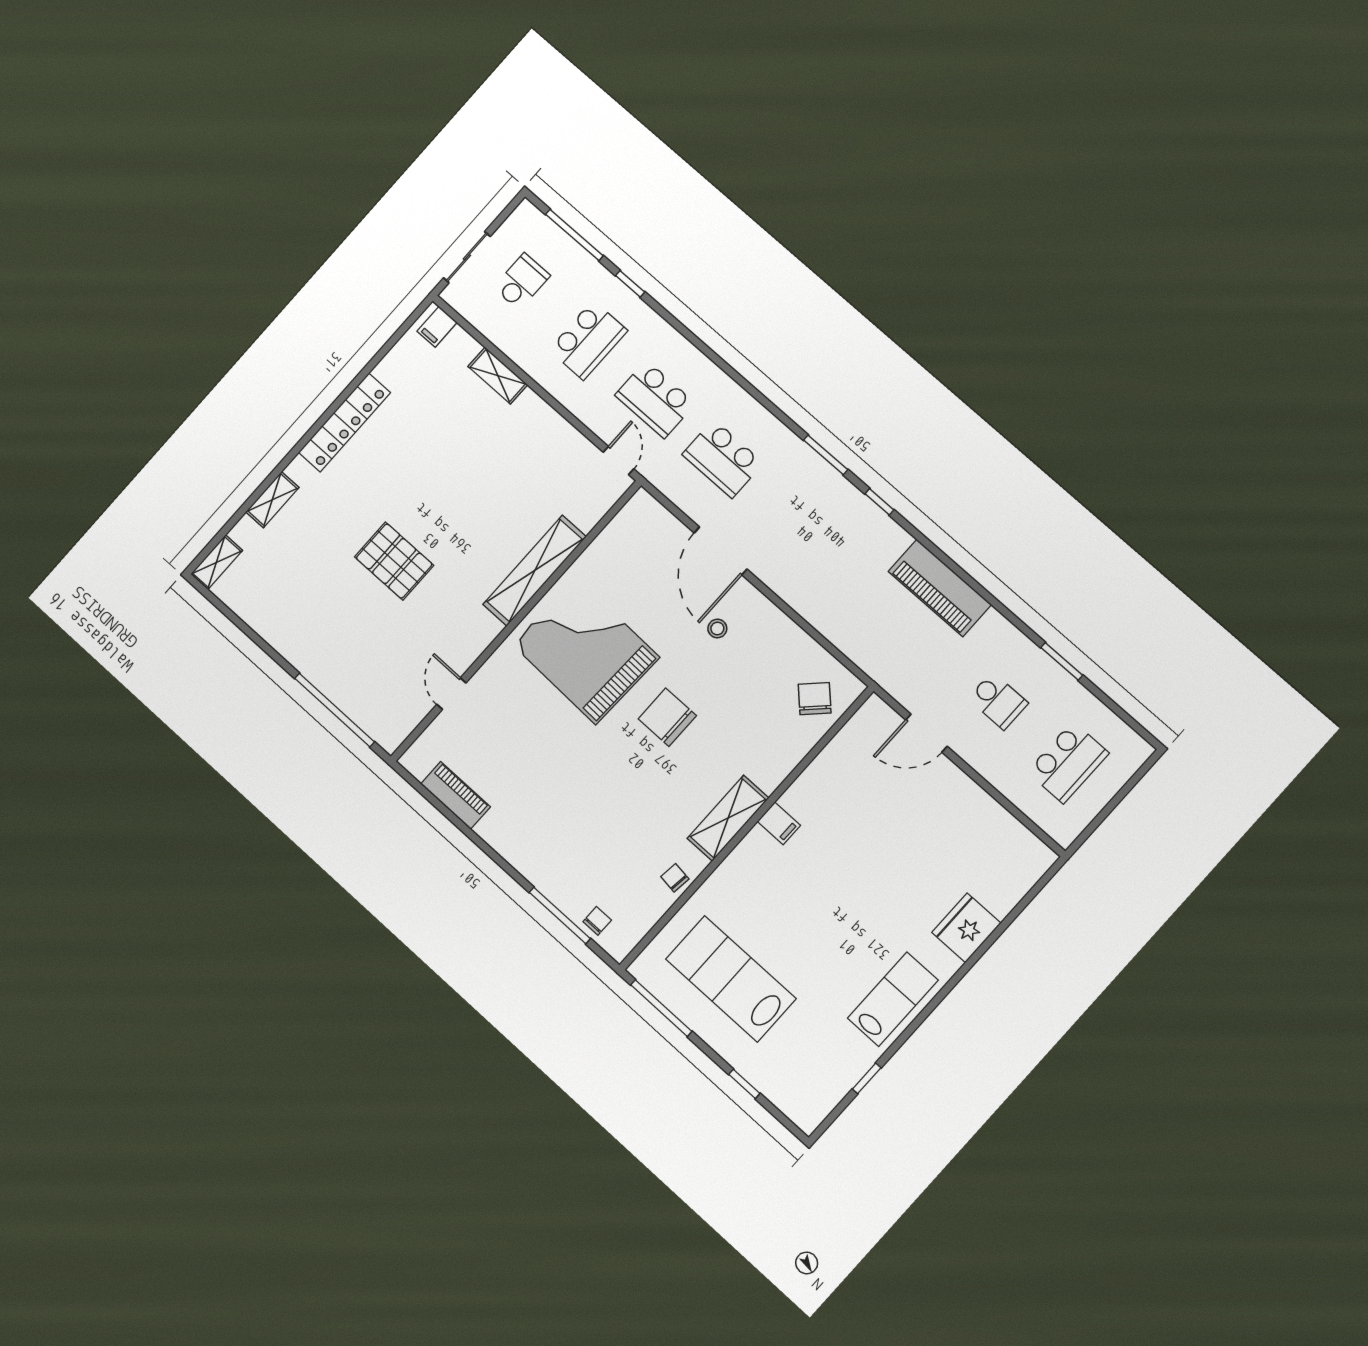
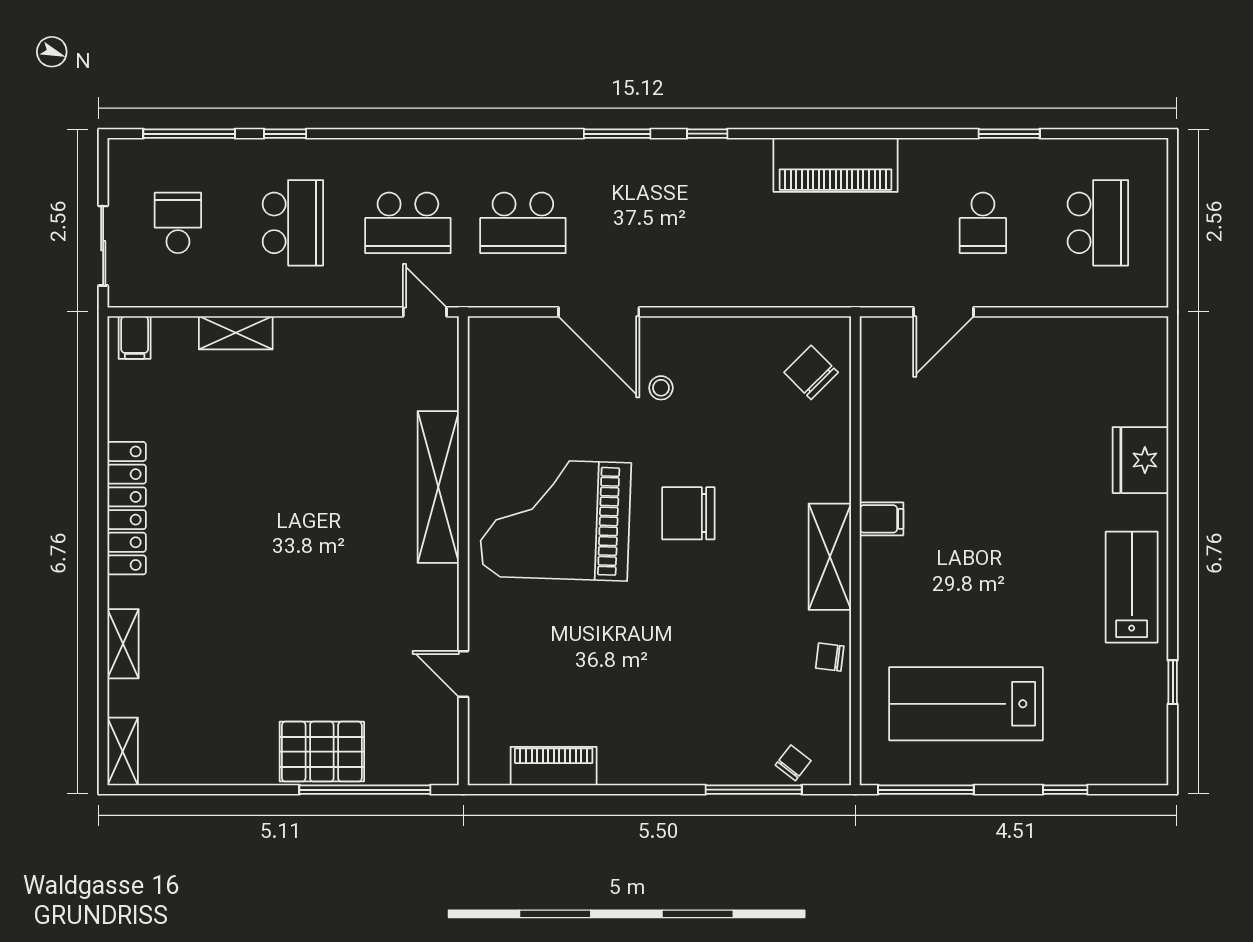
pallet: (394, 561) -> (322, 752), moved
school desk: (998, 701) -> (983, 223), turned 90
chair: (597, 921) -> (793, 763), turned 38

